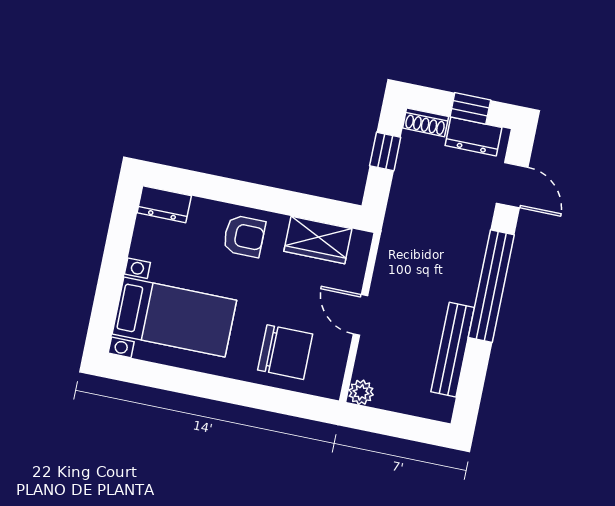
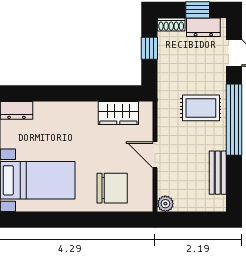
armchair: (244, 236) -> (71, 120), removed
rug: (445, 258) -> (201, 108), added
bench: (453, 350) -> (218, 173), width x0.73

